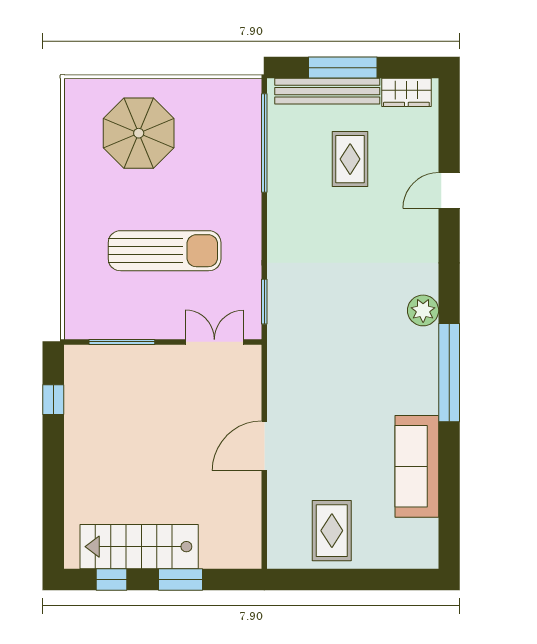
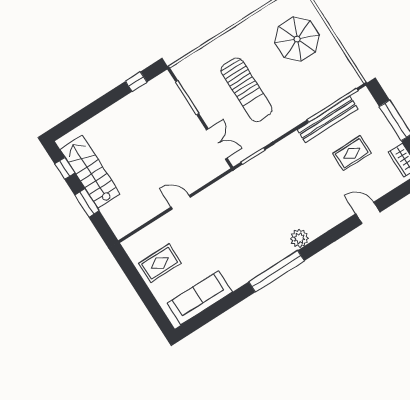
bench: (327, 91) -> (328, 119), moved, turned 90
door: (264, 446) -> (181, 202), width x0.73
sofa: (417, 466) -> (200, 298), moved

